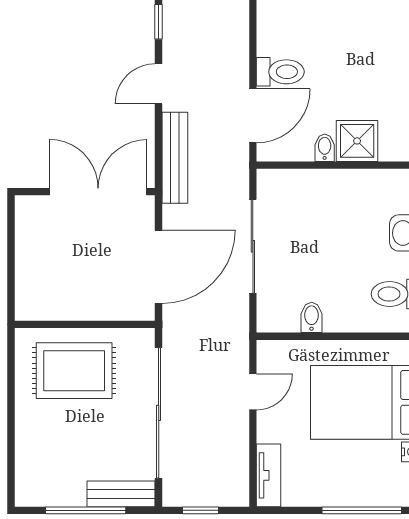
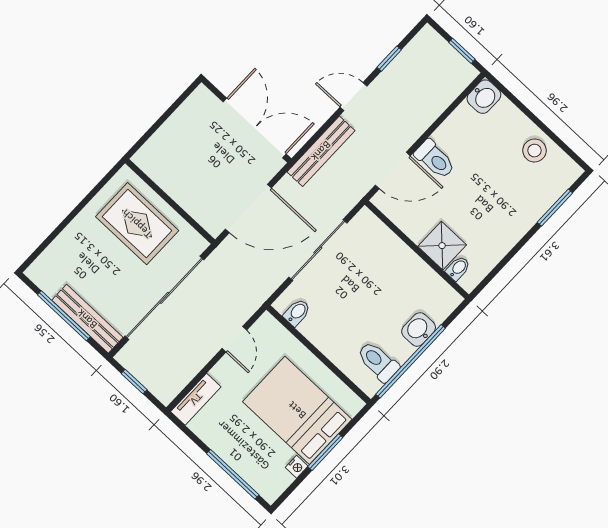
bidet: (325, 148) -> (458, 268), moved
bidet: (312, 317) -> (297, 312), moved
door: (253, 392) -> (234, 339), hinge flipped
bench: (121, 494) -> (87, 319), width x1.36

